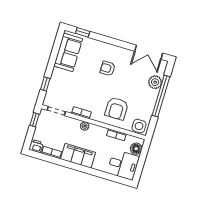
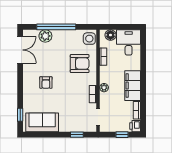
window: (34, 120) -> (122, 135), moved

